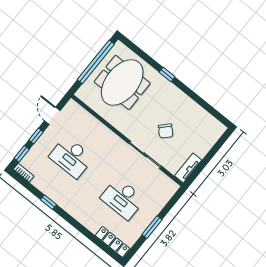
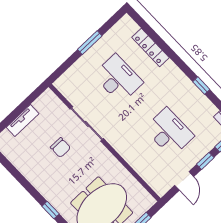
chair: (166, 131) -> (60, 148), turned 136
tv unit: (188, 168) -> (23, 120), moved
locker: (112, 242) -> (150, 47), moved

